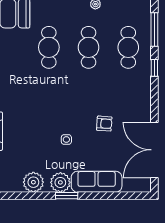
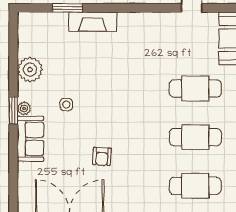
side table: (66, 140) -> (66, 105), moved
plant: (60, 182) -> (24, 108), width x0.53, depth x0.53
sofa: (97, 182) -> (31, 139), width x0.73

